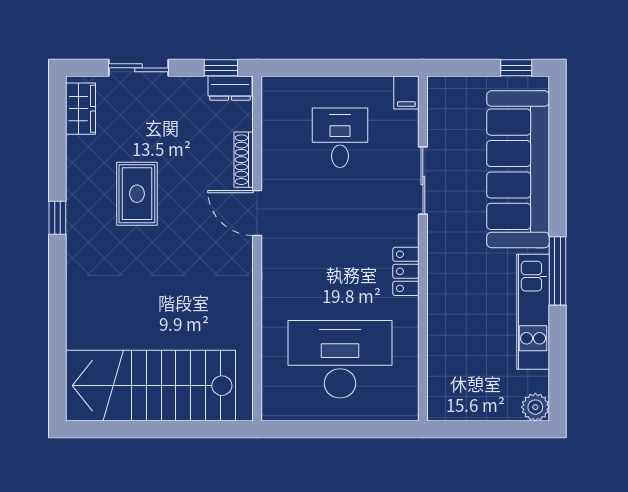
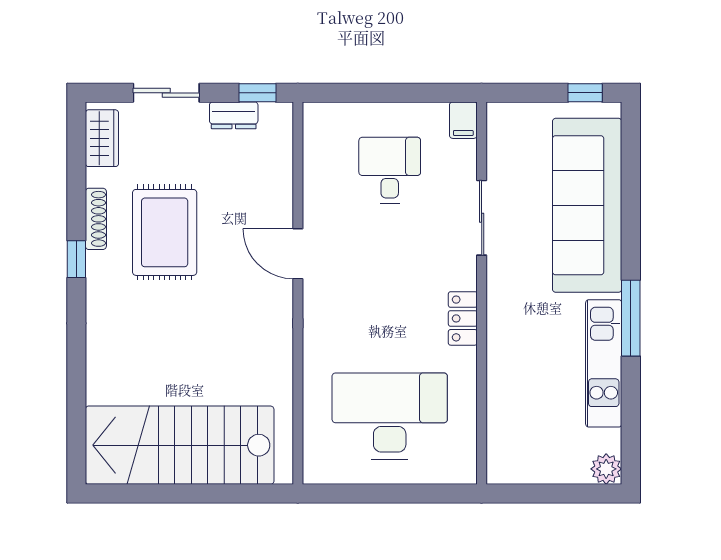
dresser: (230, 88) -> (234, 115), moved
shoe rack: (244, 160) -> (96, 219), moved, turned 180
rug: (137, 194) -> (165, 232), width x1.36, depth x1.43

